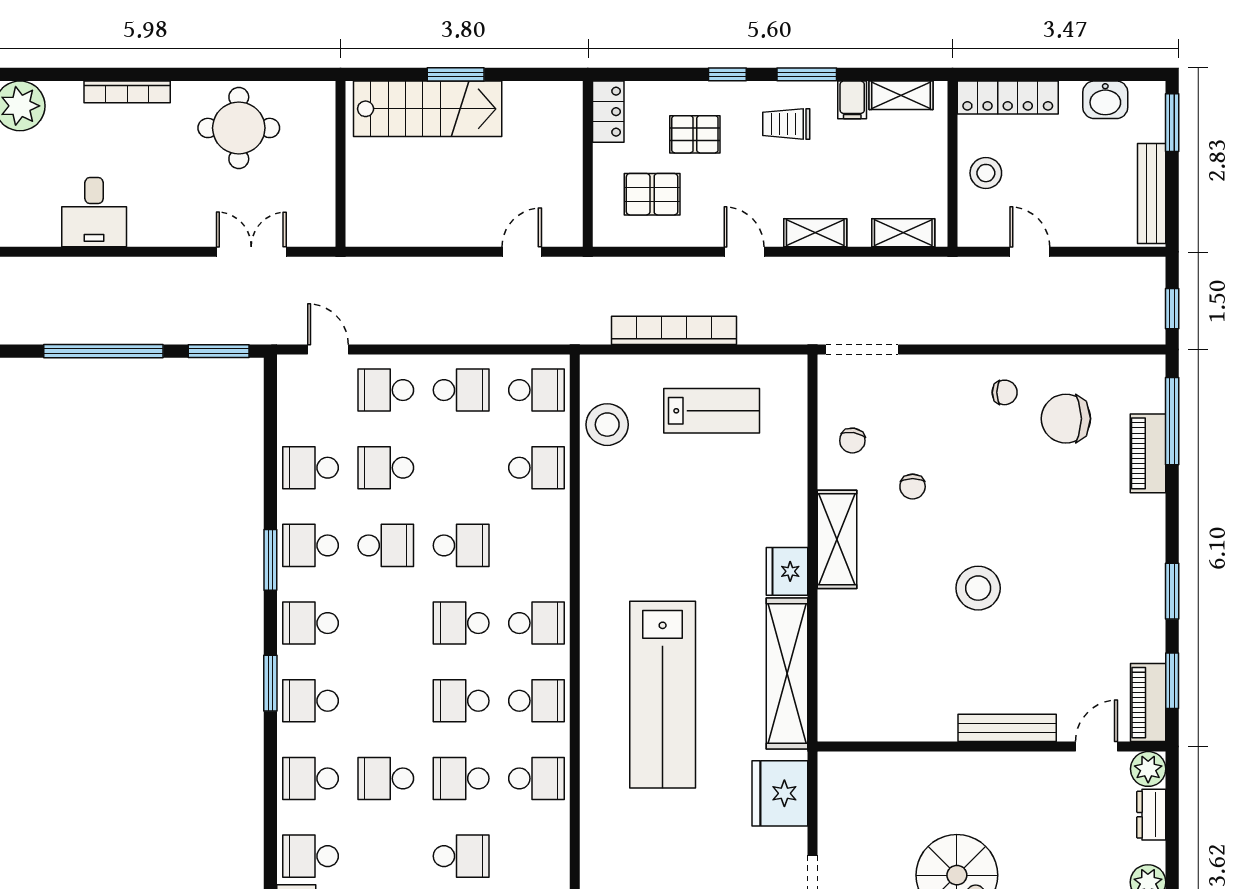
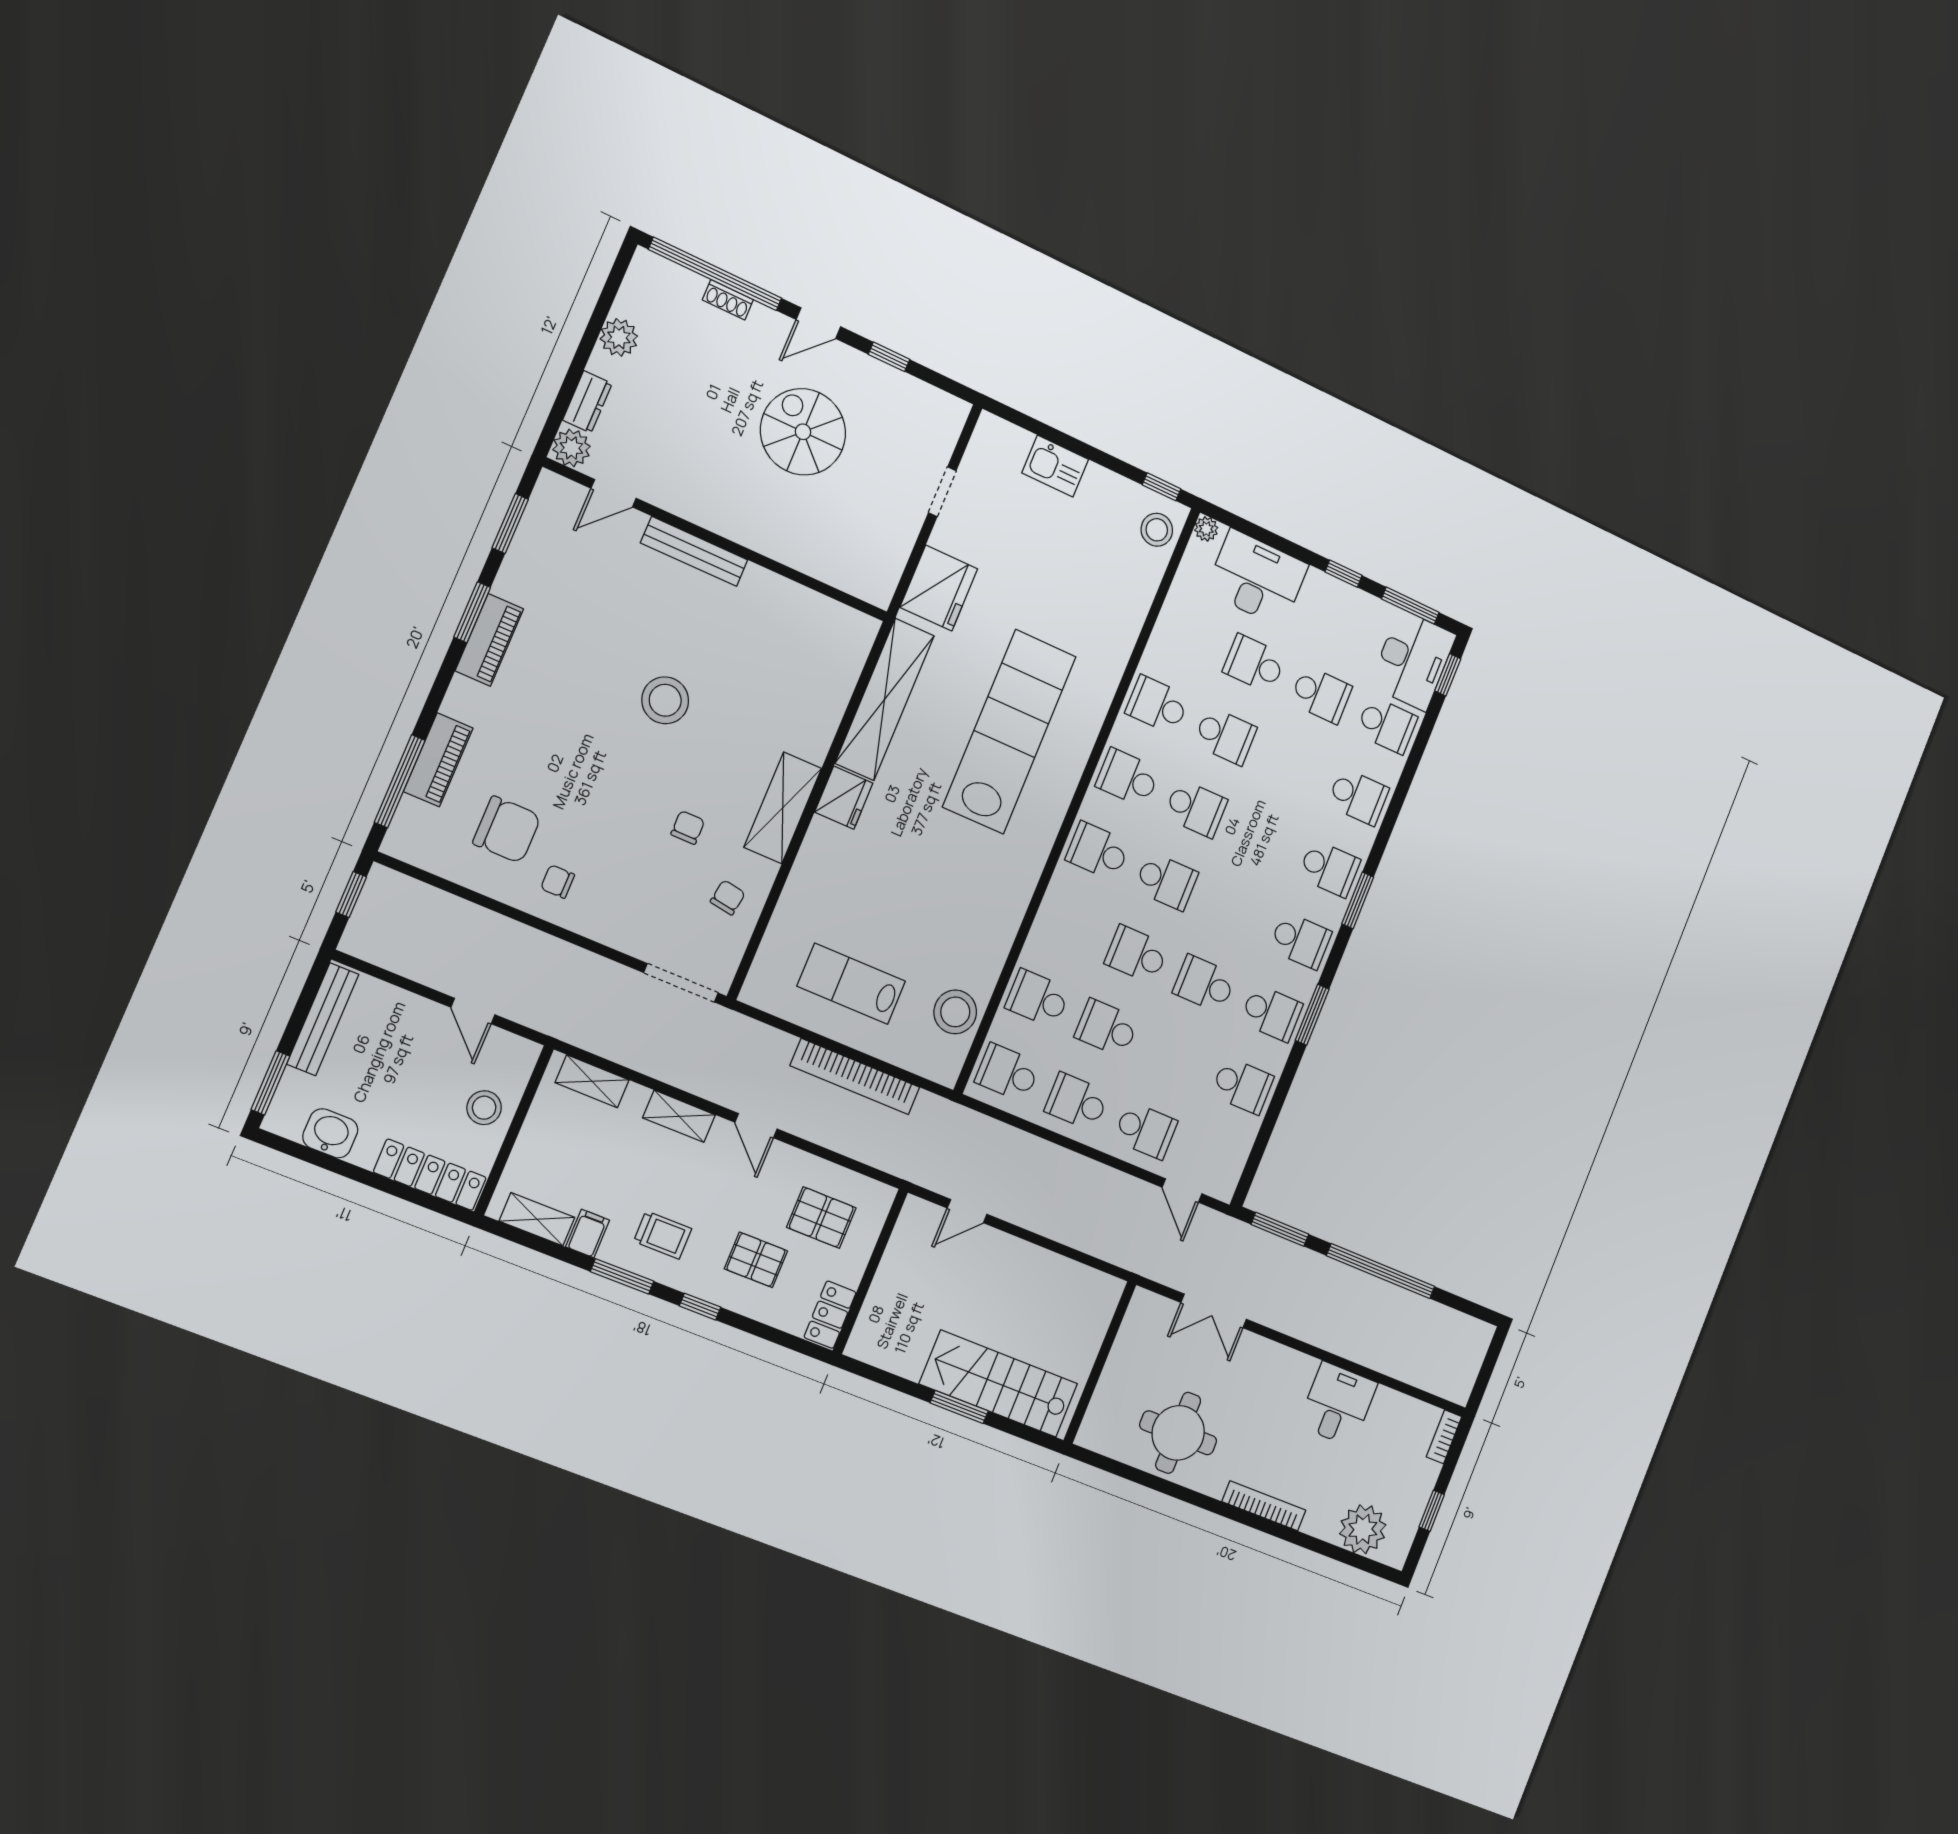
school desk: (386, 468) -> (1107, 1028), moved, turned 180
piano: (1148, 703) -> (489, 640), moved
school desk: (386, 778) -> (1321, 694), moved

